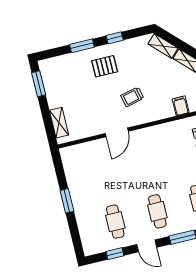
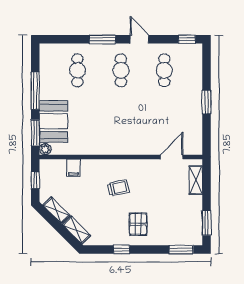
window: (82, 46) -> (181, 249), moved
pallet: (105, 66) -> (138, 224), turned 90
door: (117, 132) -> (172, 157), moved
window: (115, 254) -> (187, 39), moved

